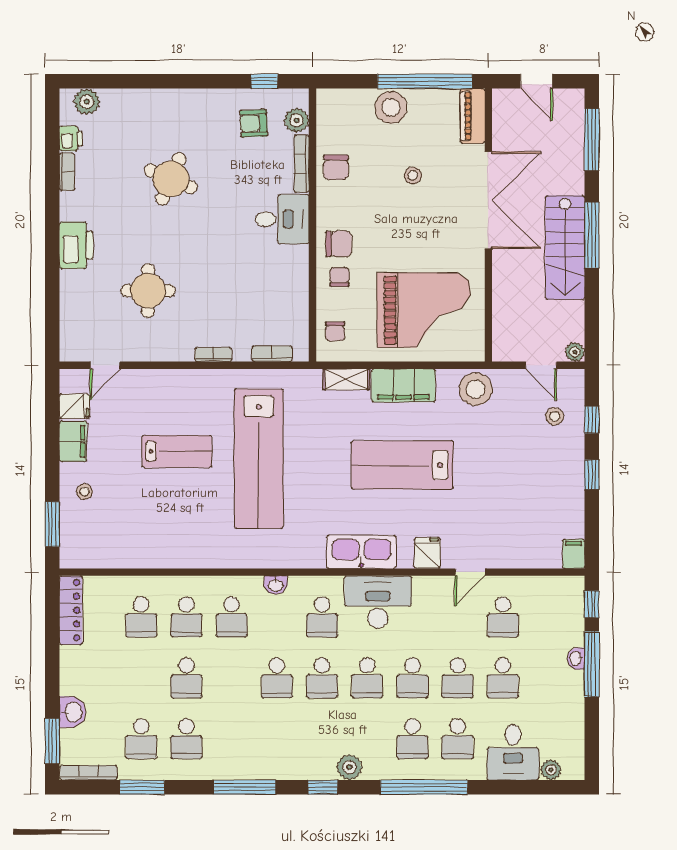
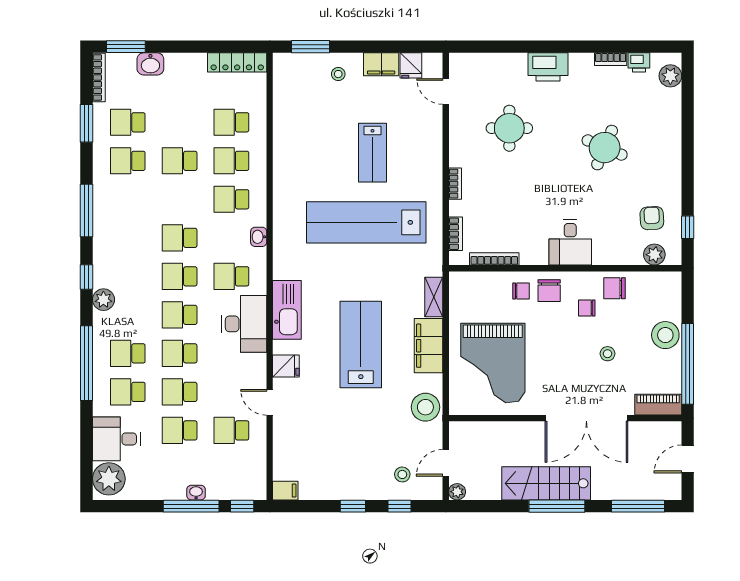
bookcase: (302, 164) -> (494, 259), moved
chair: (335, 331) -> (587, 308), moved
plant: (551, 770) -> (109, 479), width x1.88, depth x1.88

